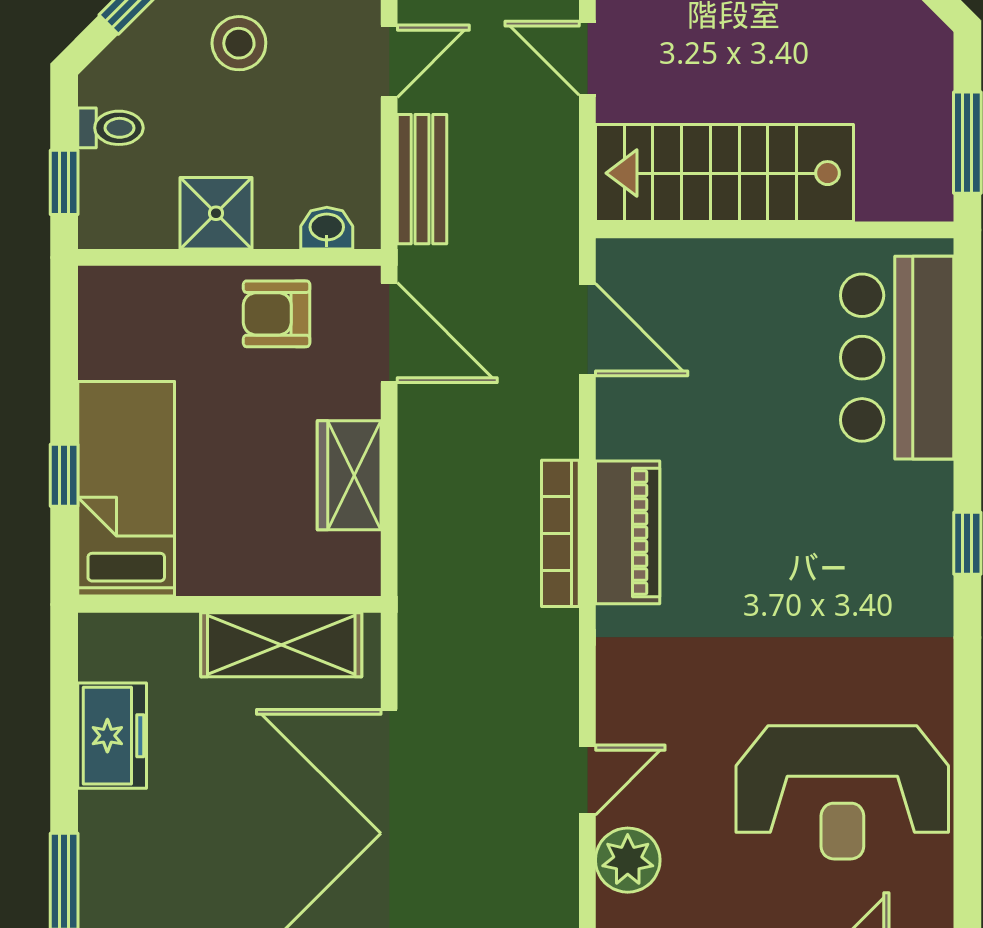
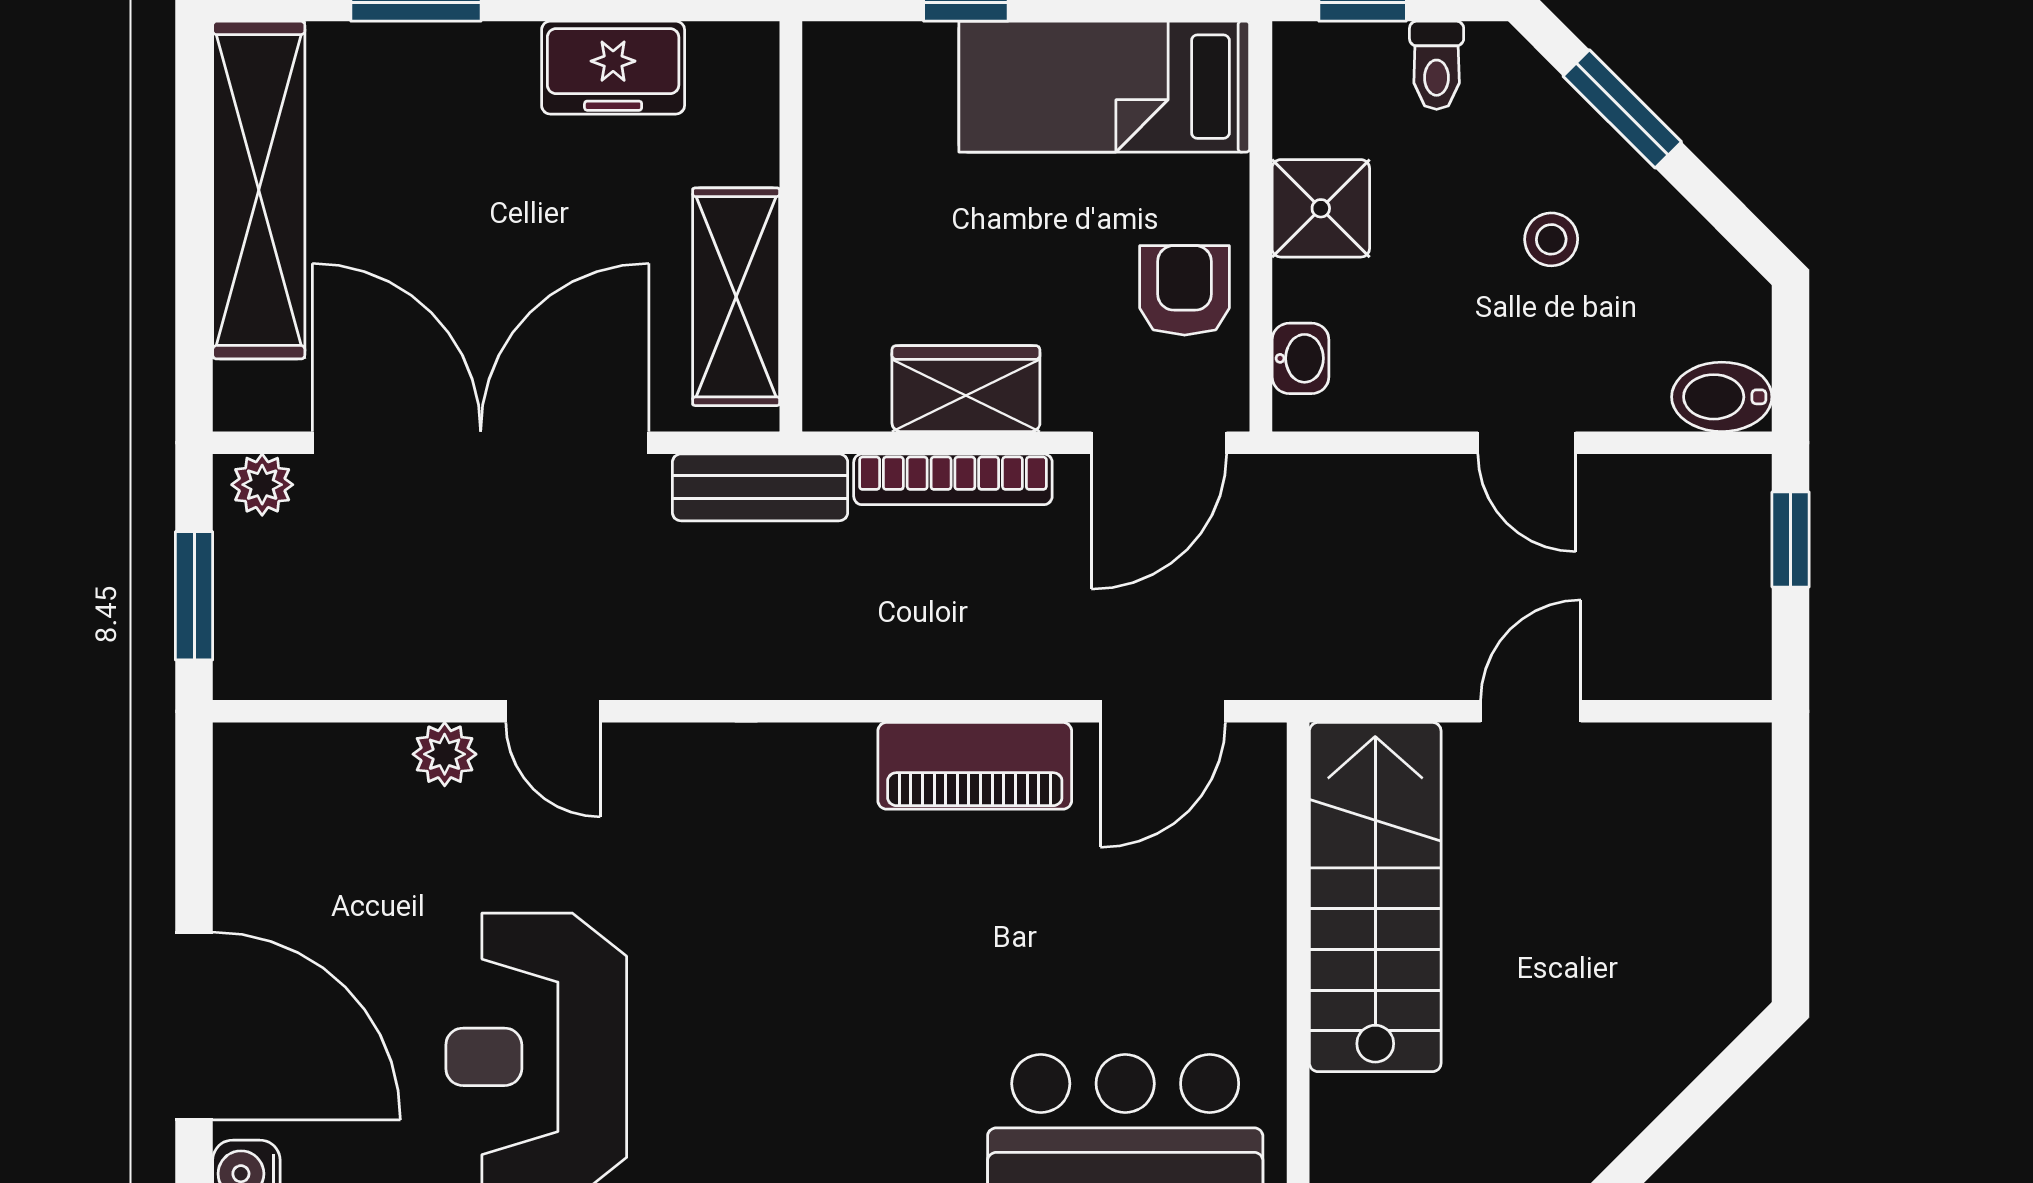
stool: (239, 43) -> (1551, 239), width x0.73, depth x0.73
bench: (422, 179) -> (760, 487), moved
bed: (126, 489) -> (1104, 87), moved, turned 180
piano: (628, 532) -> (975, 766), moved
bookcase: (560, 533) -> (953, 479), moved, turned 180
plant: (628, 860) -> (445, 754), width x0.73, depth x0.73

